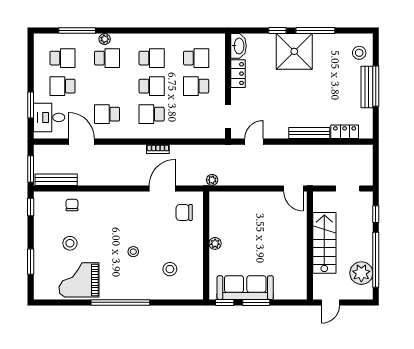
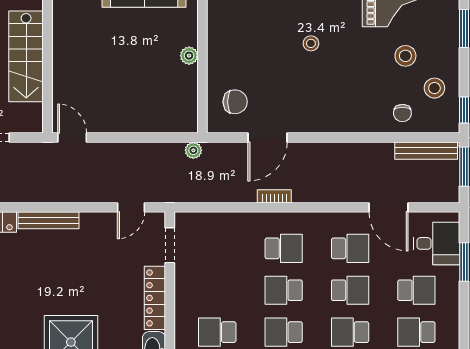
locker: (238, 74) -> (155, 298), width x1.53
school desk: (196, 86) -> (350, 290), moved
stool: (170, 269) -> (434, 88), moved

